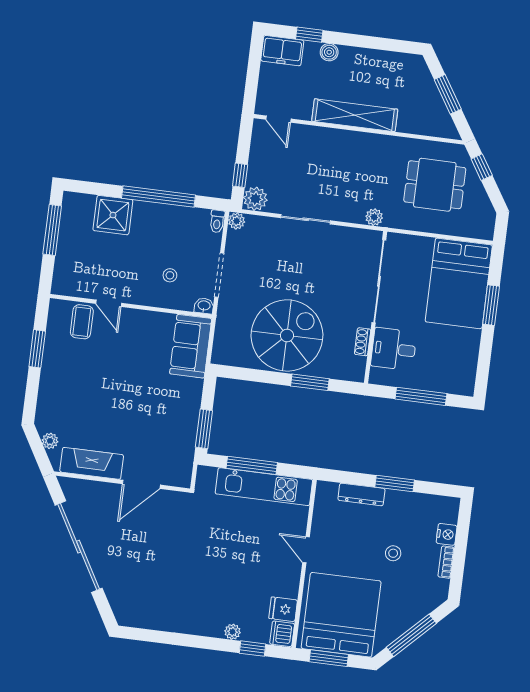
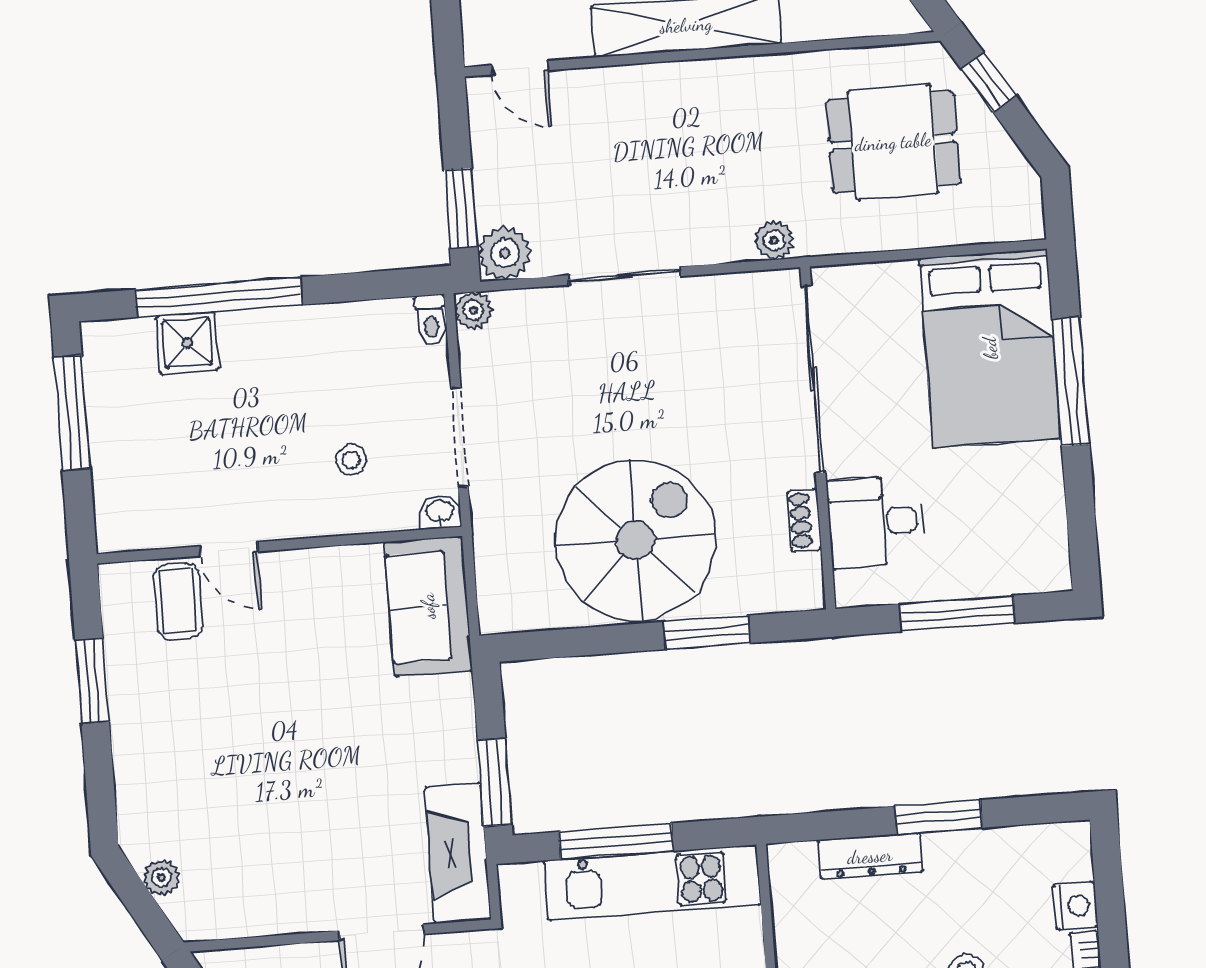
window: (240, 175) -> (461, 208), width x1.50
window: (158, 197) -> (219, 297), moved
shower: (113, 215) -> (187, 343), width x0.73, depth x0.73
window: (491, 305) -> (1071, 382), width x1.44
fireplace: (92, 463) -> (458, 853), moved, turned -90

